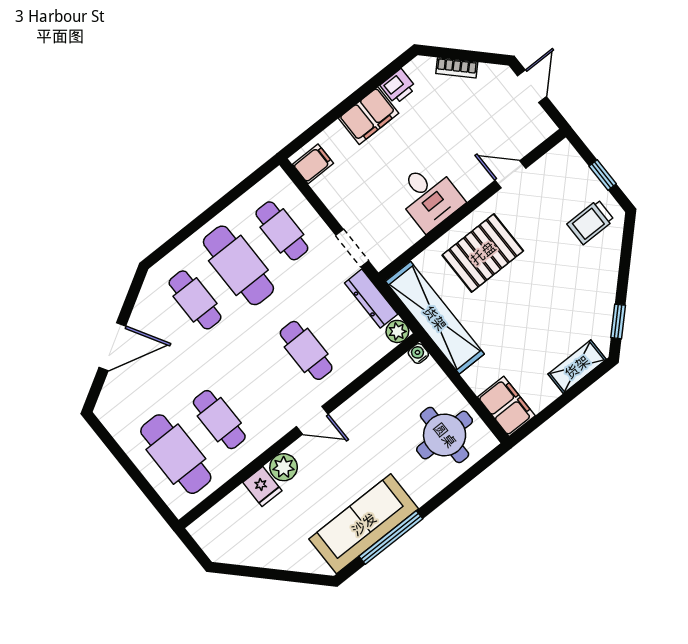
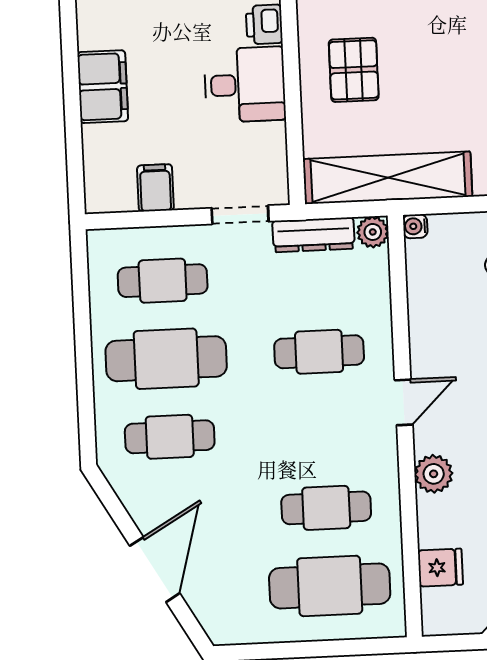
printer: (398, 86) -> (264, 24), moved, turned 180
filing cabinet: (313, 164) -> (155, 188), moved
pallet: (483, 253) -> (354, 70), width x0.67, depth x0.71
fridge: (262, 486) -> (440, 568), moved

